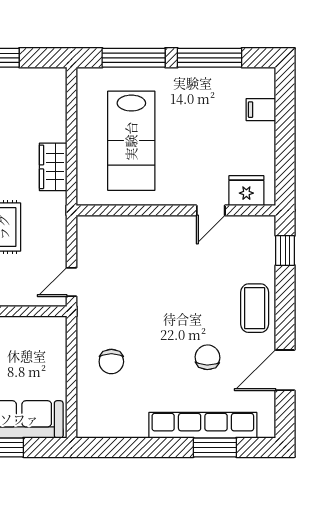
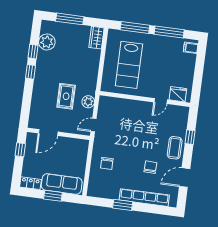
filing cabinet: (261, 110) -> (191, 48), moved
wardrobe: (53, 167) -> (97, 38), moved
plant: (53, 233) -> (88, 102), added
window: (285, 251) -> (190, 137), moved
window: (215, 447) -> (123, 205), moved

